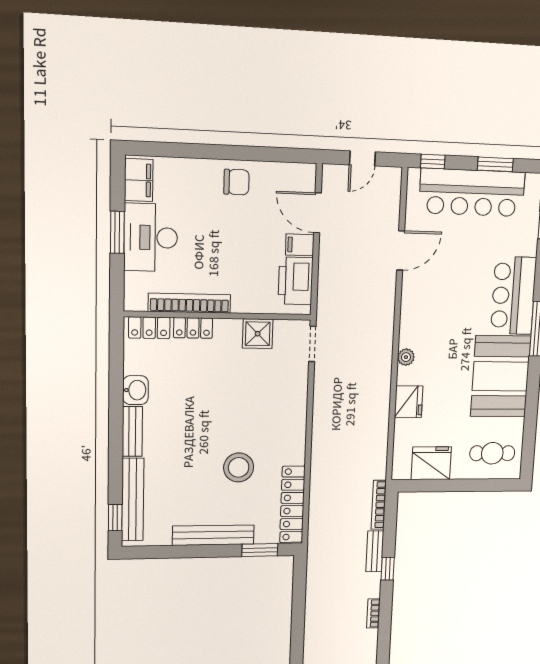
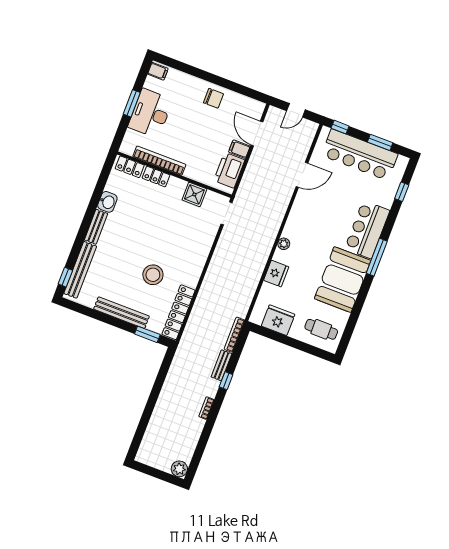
filing cabinet: (139, 180) -> (158, 71), width x0.50

